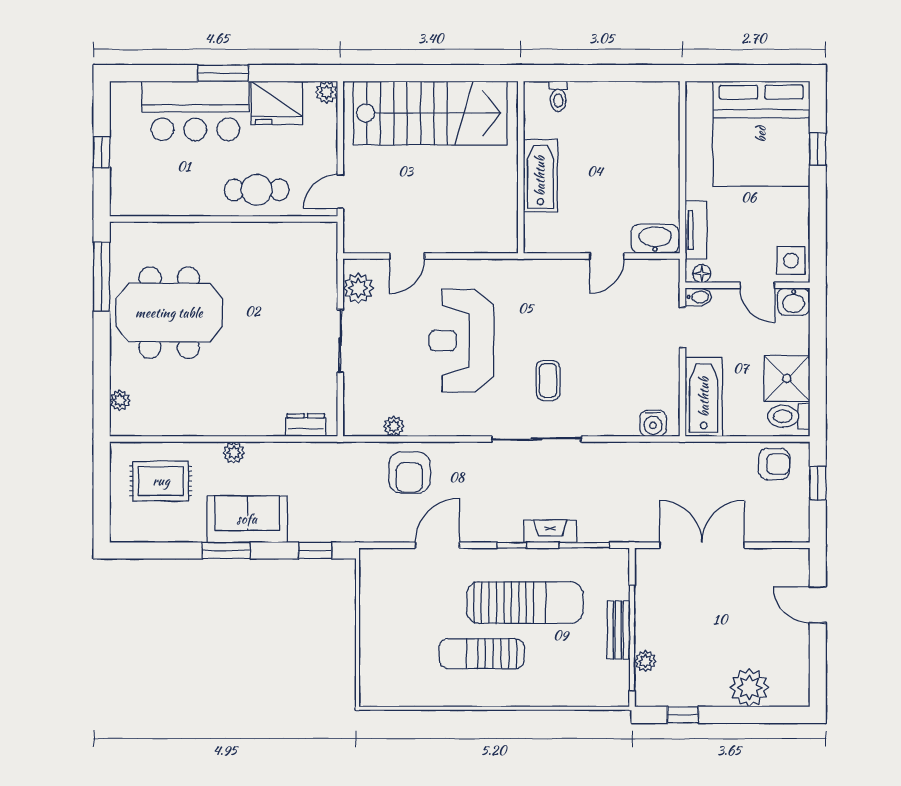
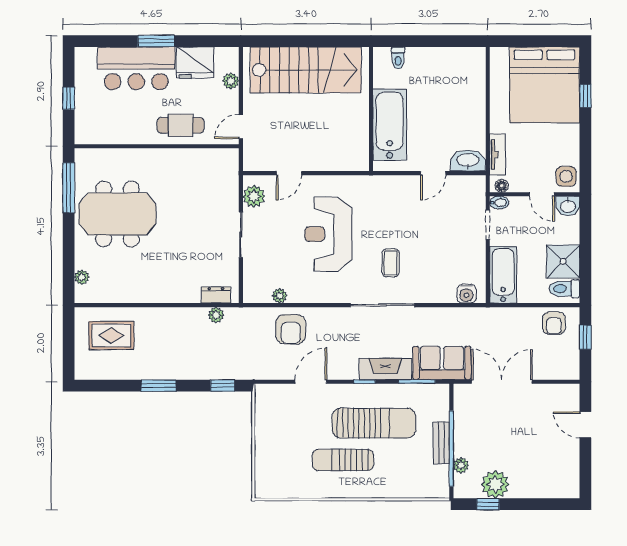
plant: (327, 92) -> (231, 81), moved
bathtub: (540, 176) -> (390, 125), width x1.36, depth x1.36
plant: (234, 453) -> (216, 315), moved
armchair: (774, 464) -> (554, 323), turned 90
sofa: (247, 519) -> (442, 363), moved
fireplace: (550, 531) -> (385, 369), width x1.37, depth x1.32
plant: (749, 687) -> (495, 484), moved

